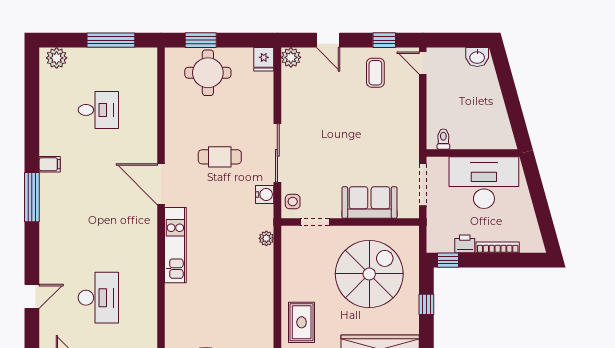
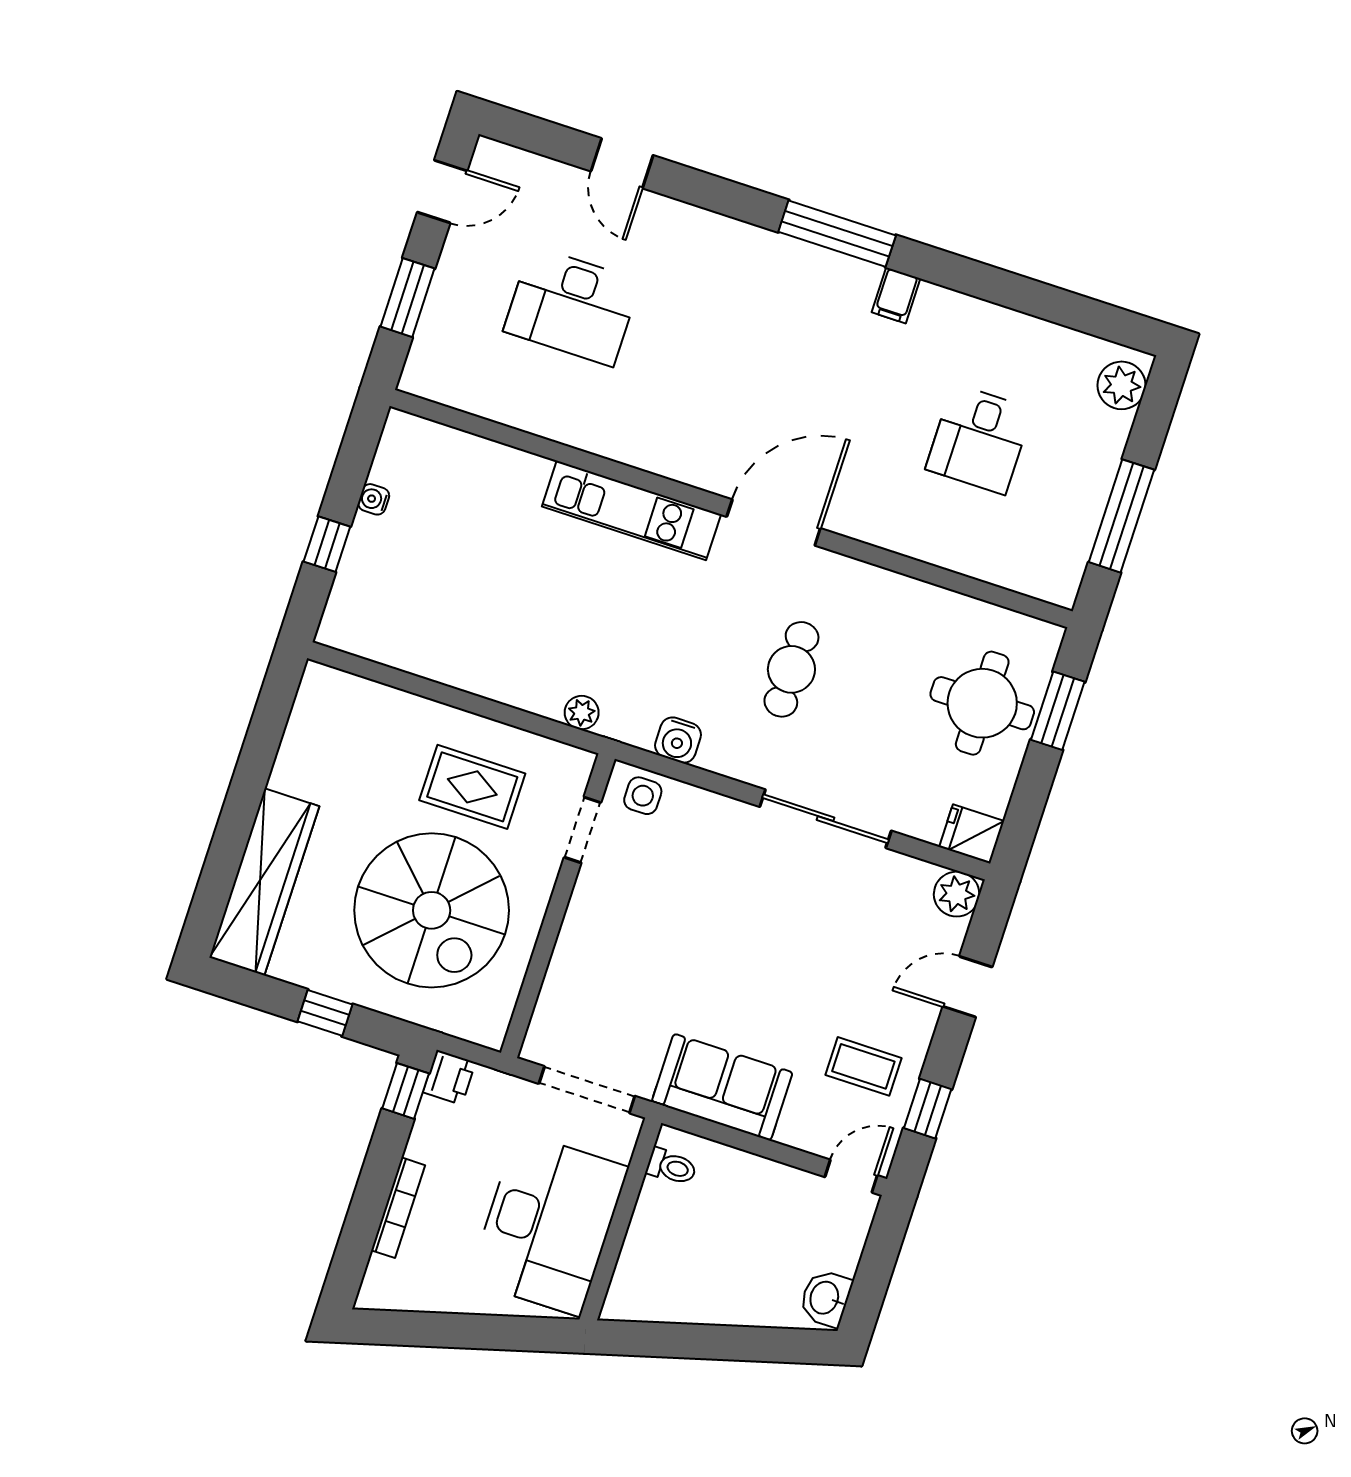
sliding door: (277, 153) -> (826, 819), moved
sofa: (369, 203) -> (722, 1087), moved, turned -90
printer: (465, 244) -> (449, 1077), moved
rug: (302, 322) -> (472, 787), moved

